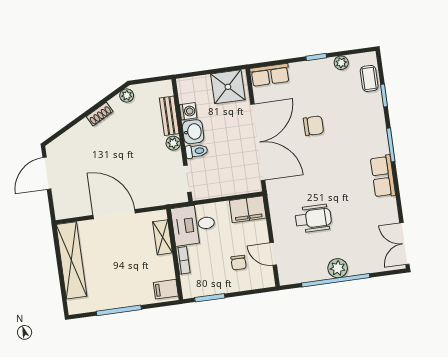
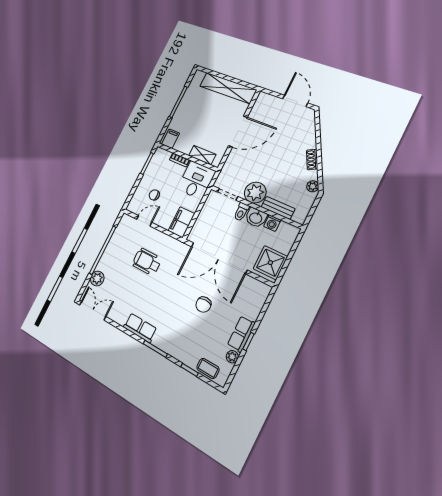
row of seats: (270, 75) -> (241, 334), moved
plant: (173, 143) -> (255, 193), width x1.88, depth x1.88
wheelchair: (313, 219) -> (147, 262), turned 90
plant: (338, 268) -> (97, 279), moved

